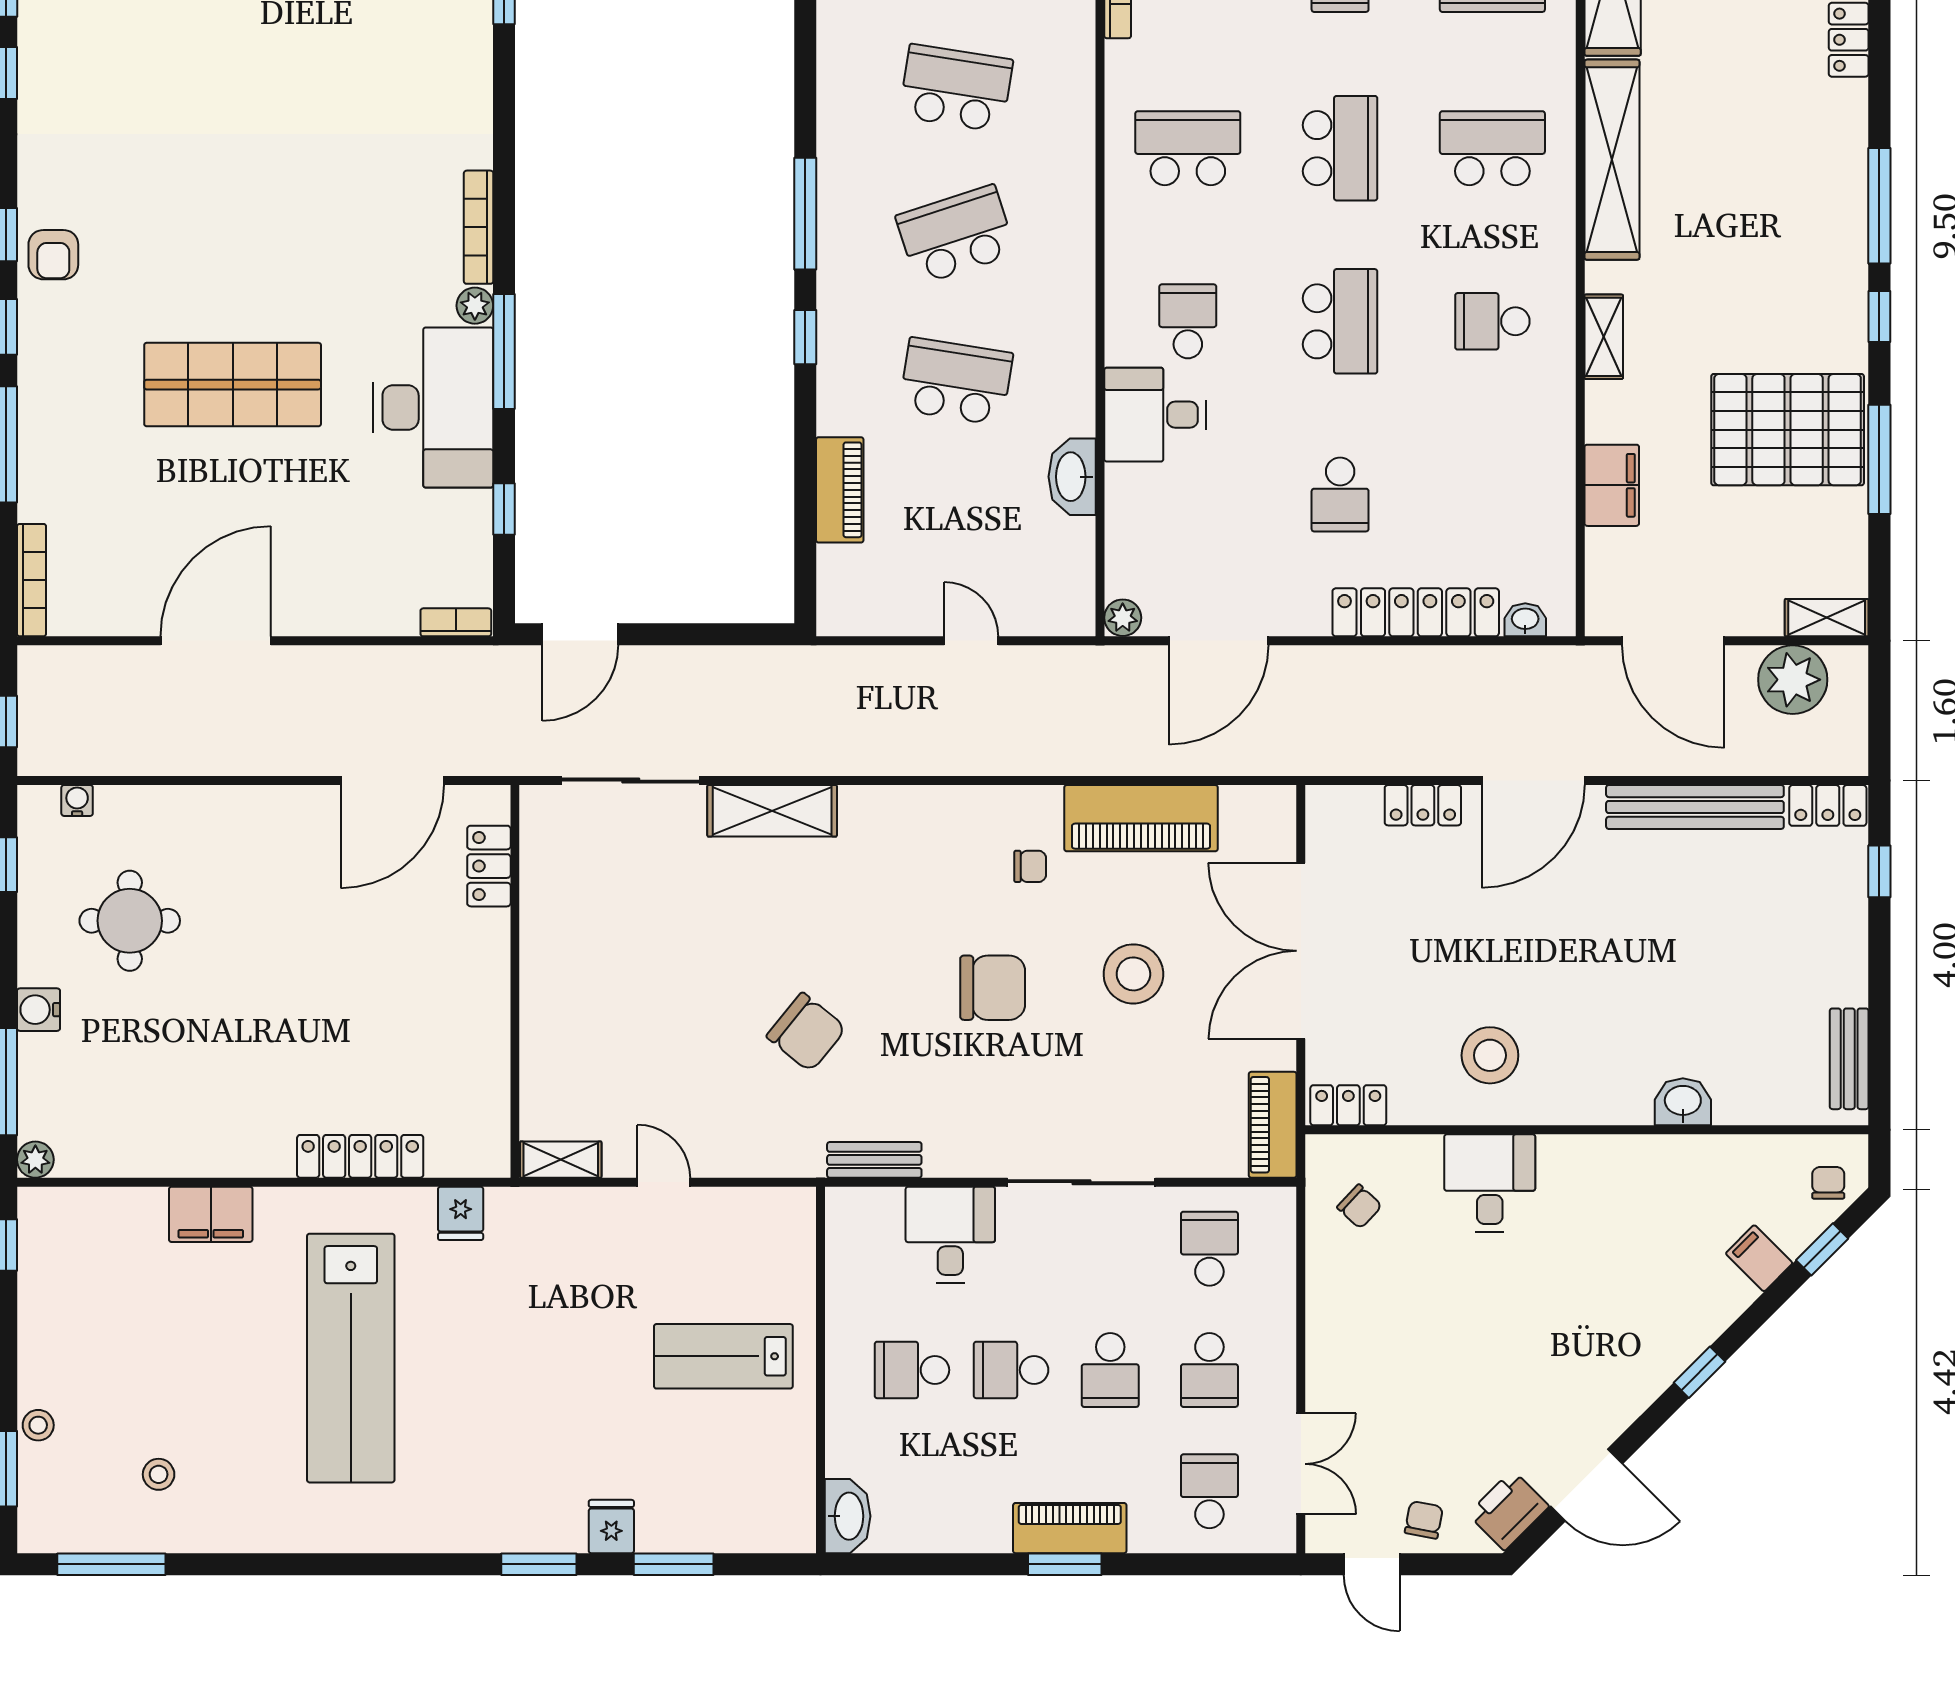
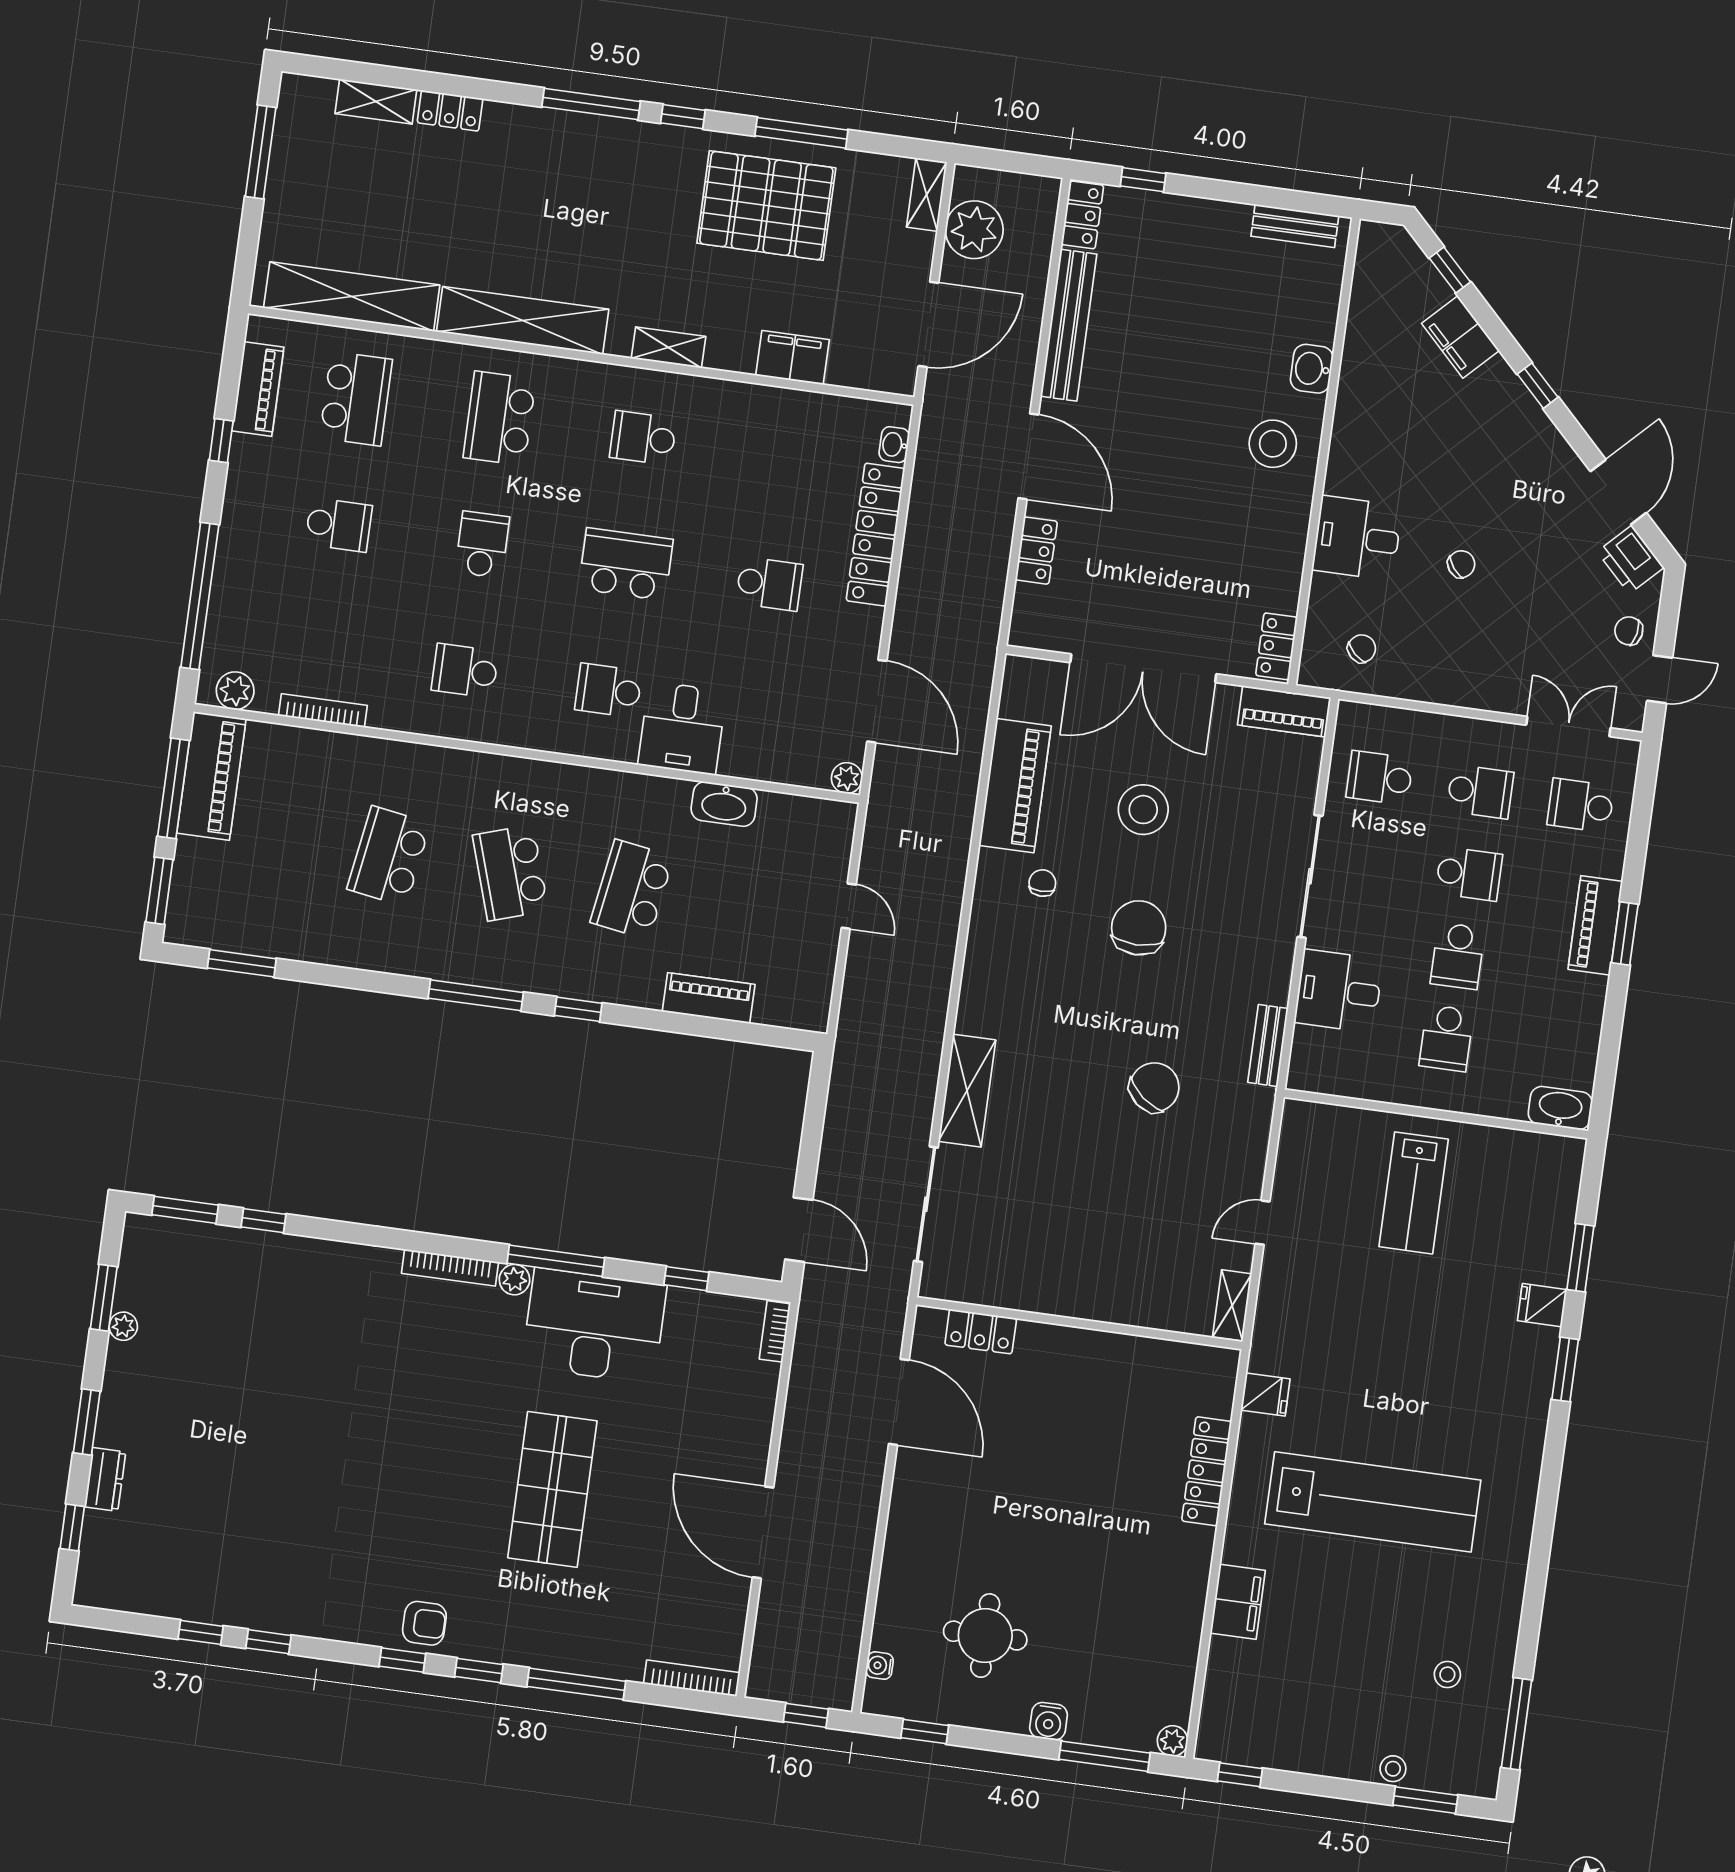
school desk: (1188, 148) -> (465, 671), width x0.54
school desk: (1340, 148) -> (482, 545), width x0.54
school desk: (1492, 321) -> (643, 438), turned 90
pallet: (1788, 430) -> (766, 206), turned 90
door: (971, 641) -> (849, 906), swing flipped
stool: (1490, 1055) -> (1273, 444), moved
chair: (1828, 1183) -> (1461, 564), moved, turned 142
filing cabinet: (1759, 1258) -> (1460, 337), width x2.00

